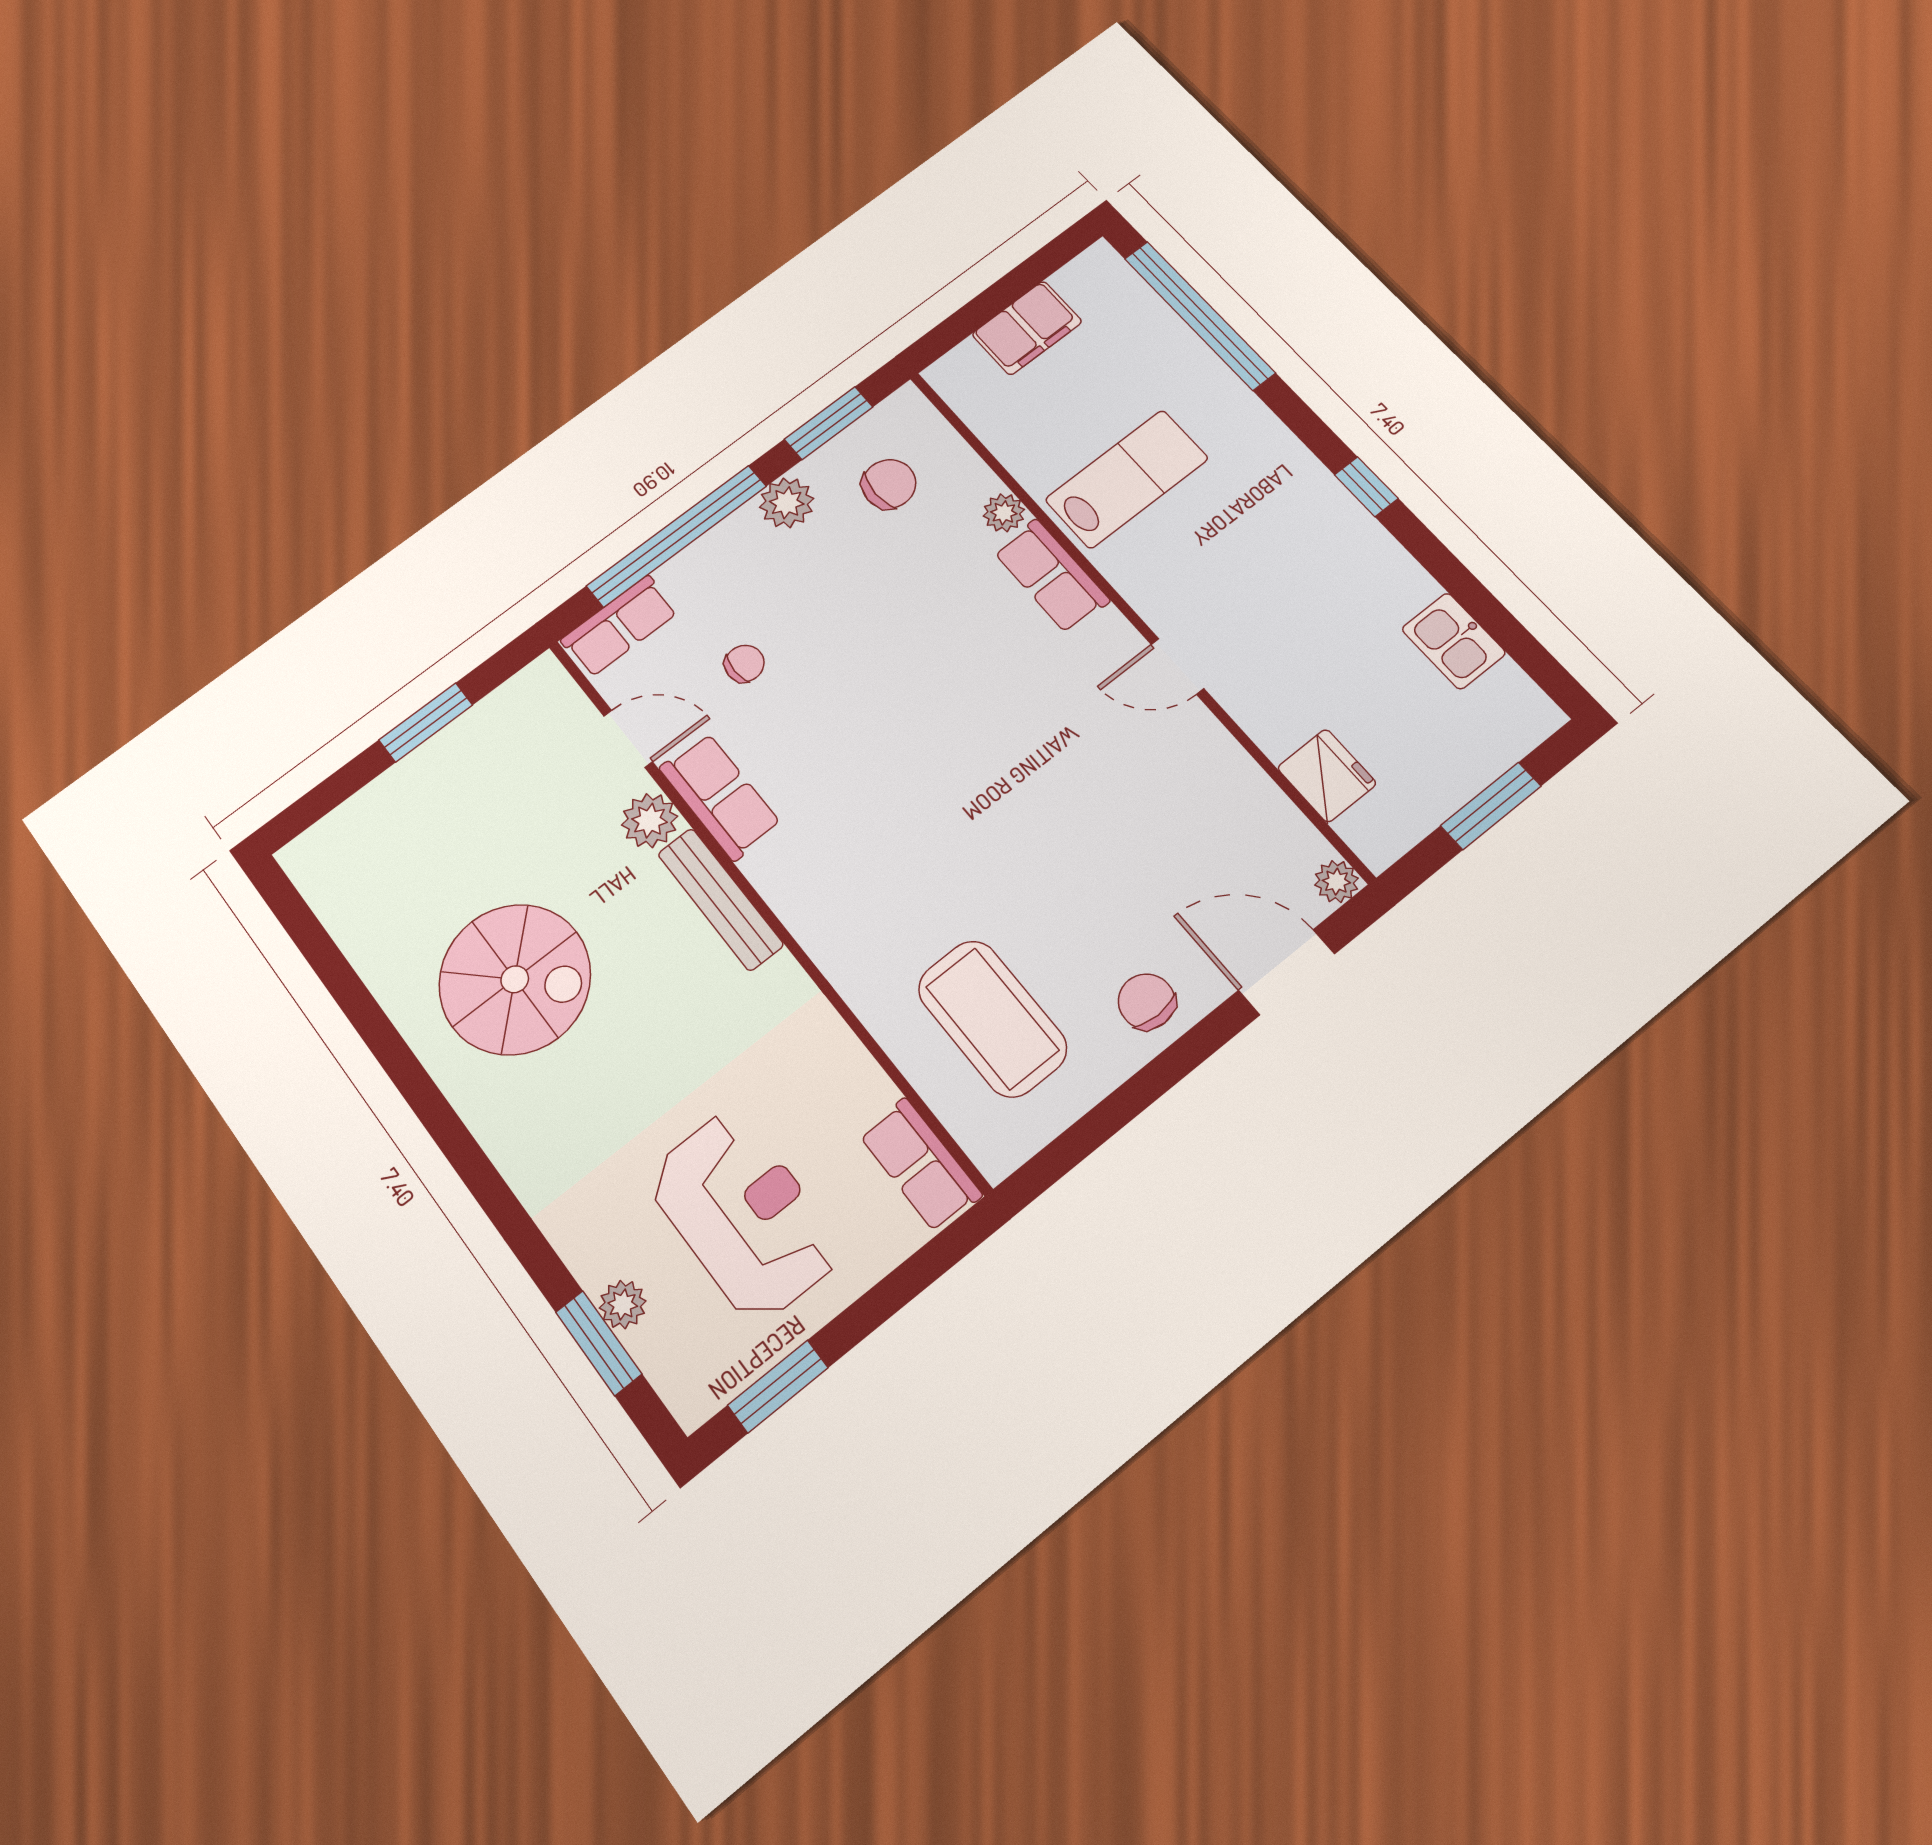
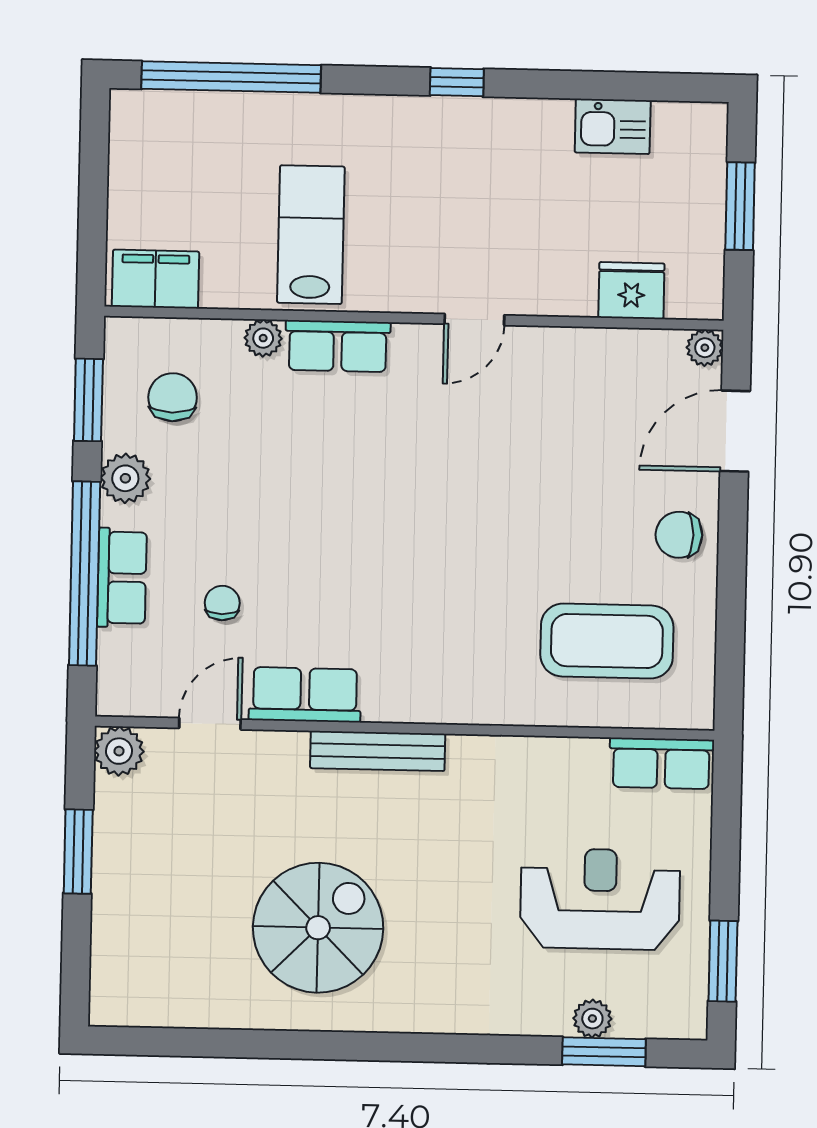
filing cabinet: (1027, 328) -> (155, 279), moved, turned -90
row of seats: (619, 626) -> (122, 578), moved
plant: (650, 821) -> (119, 751), moved

